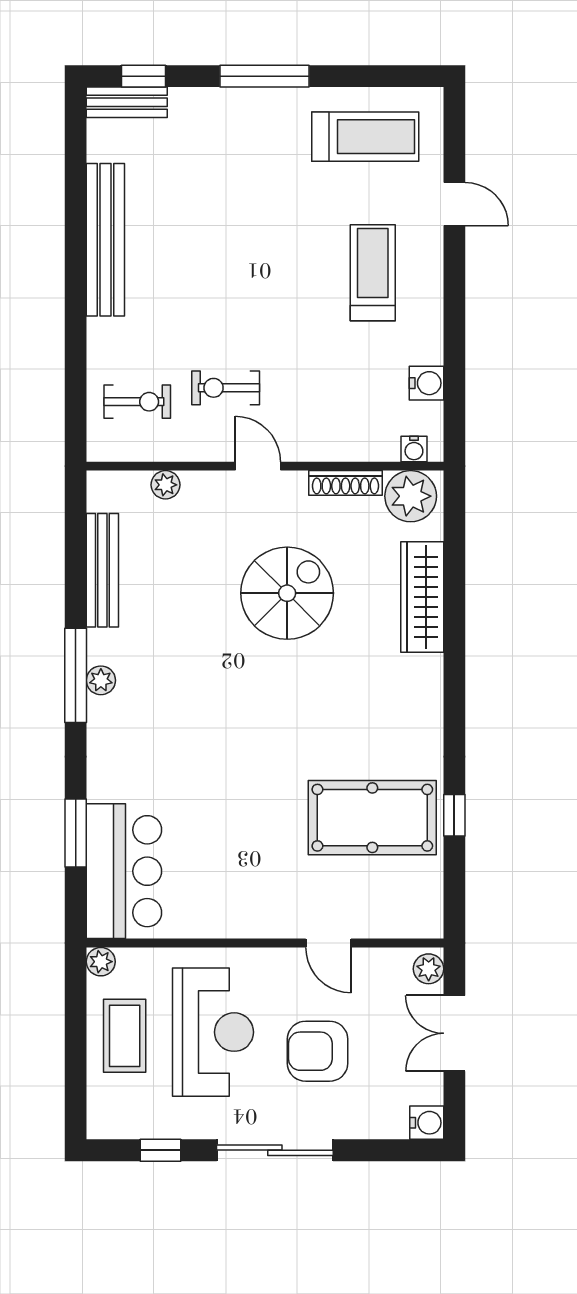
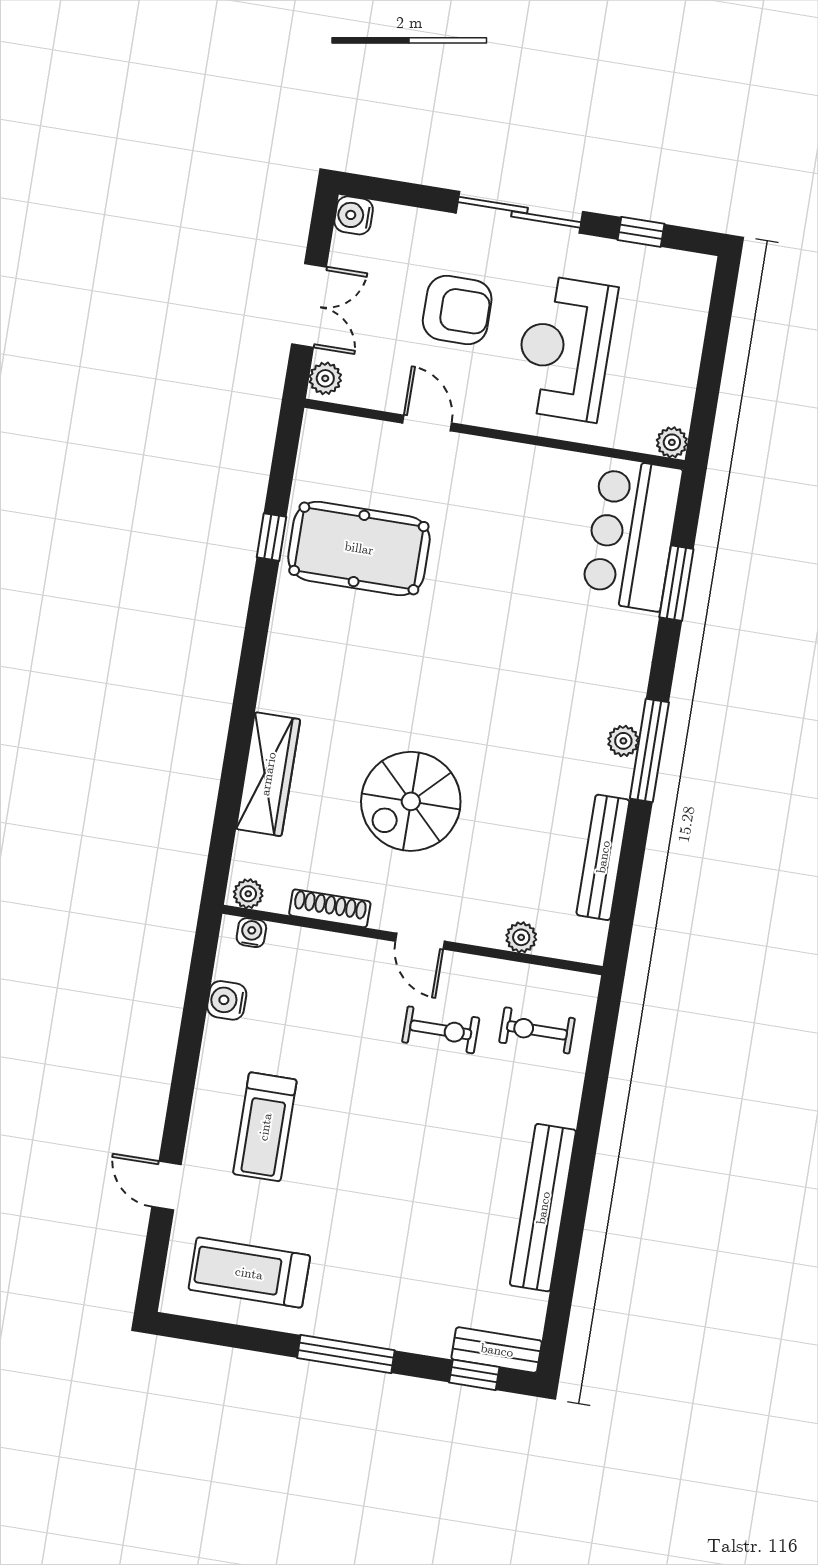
plant: (411, 496) -> (248, 894), width x0.53, depth x0.53
coffee table: (125, 1036) -> (659, 360), removed

